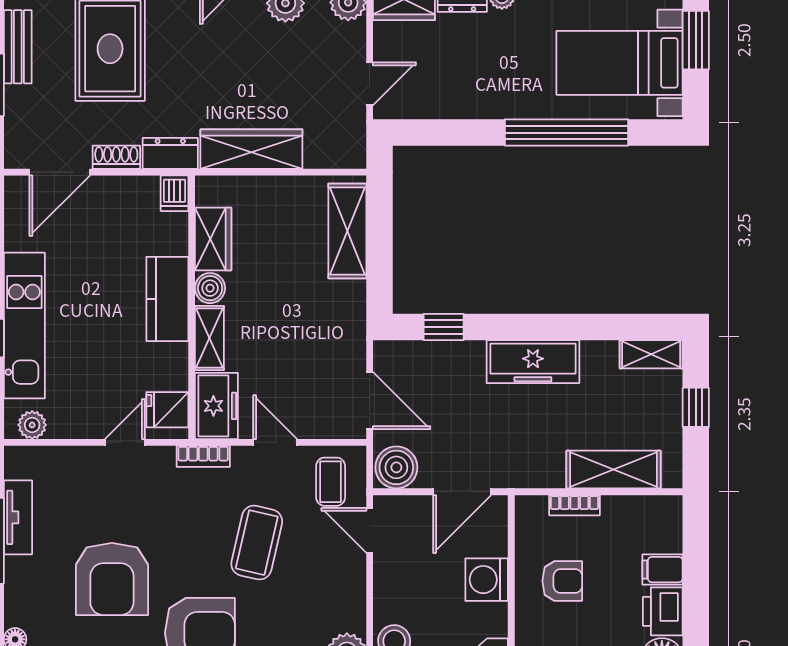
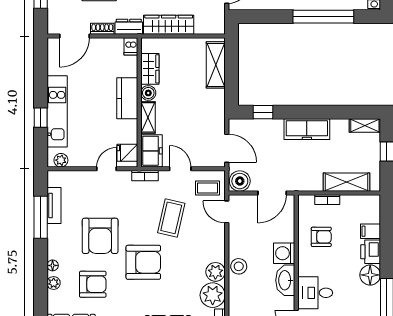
coffee table: (331, 482) -> (207, 188), turned 90
washing machine: (487, 580) -> (284, 253), moved

